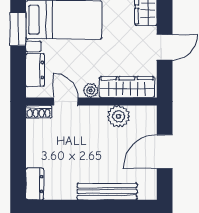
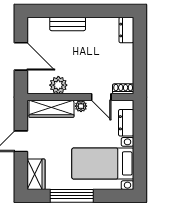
window: (18, 29) -> (140, 156), removed
door: (165, 152) -> (21, 56), hinge flipped
bench: (107, 192) -> (68, 24), width x0.73

